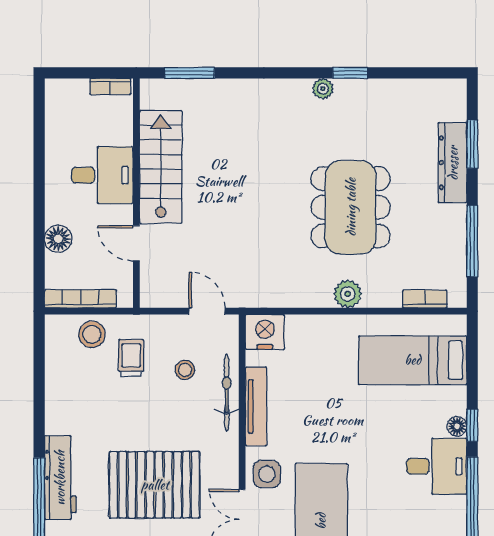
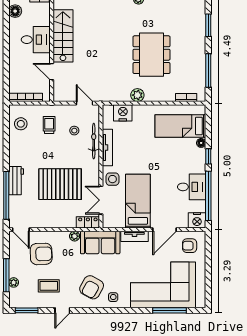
dresser: (453, 163) -> (199, 34), removed
floor lamp: (58, 239) -> (15, 11), moved
plant: (348, 294) -> (137, 95), moved
nightstand: (265, 332) -> (123, 113), moved
stool: (92, 334) -> (21, 124), moved
floor lamp: (457, 426) -> (201, 143), moved
desk: (437, 466) -> (192, 187), moved
workbench: (60, 478) -> (16, 181), width x0.73

